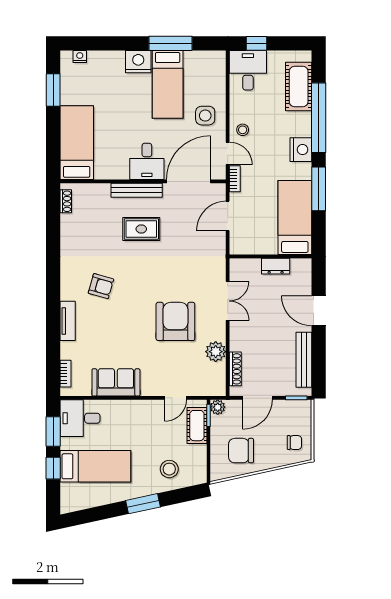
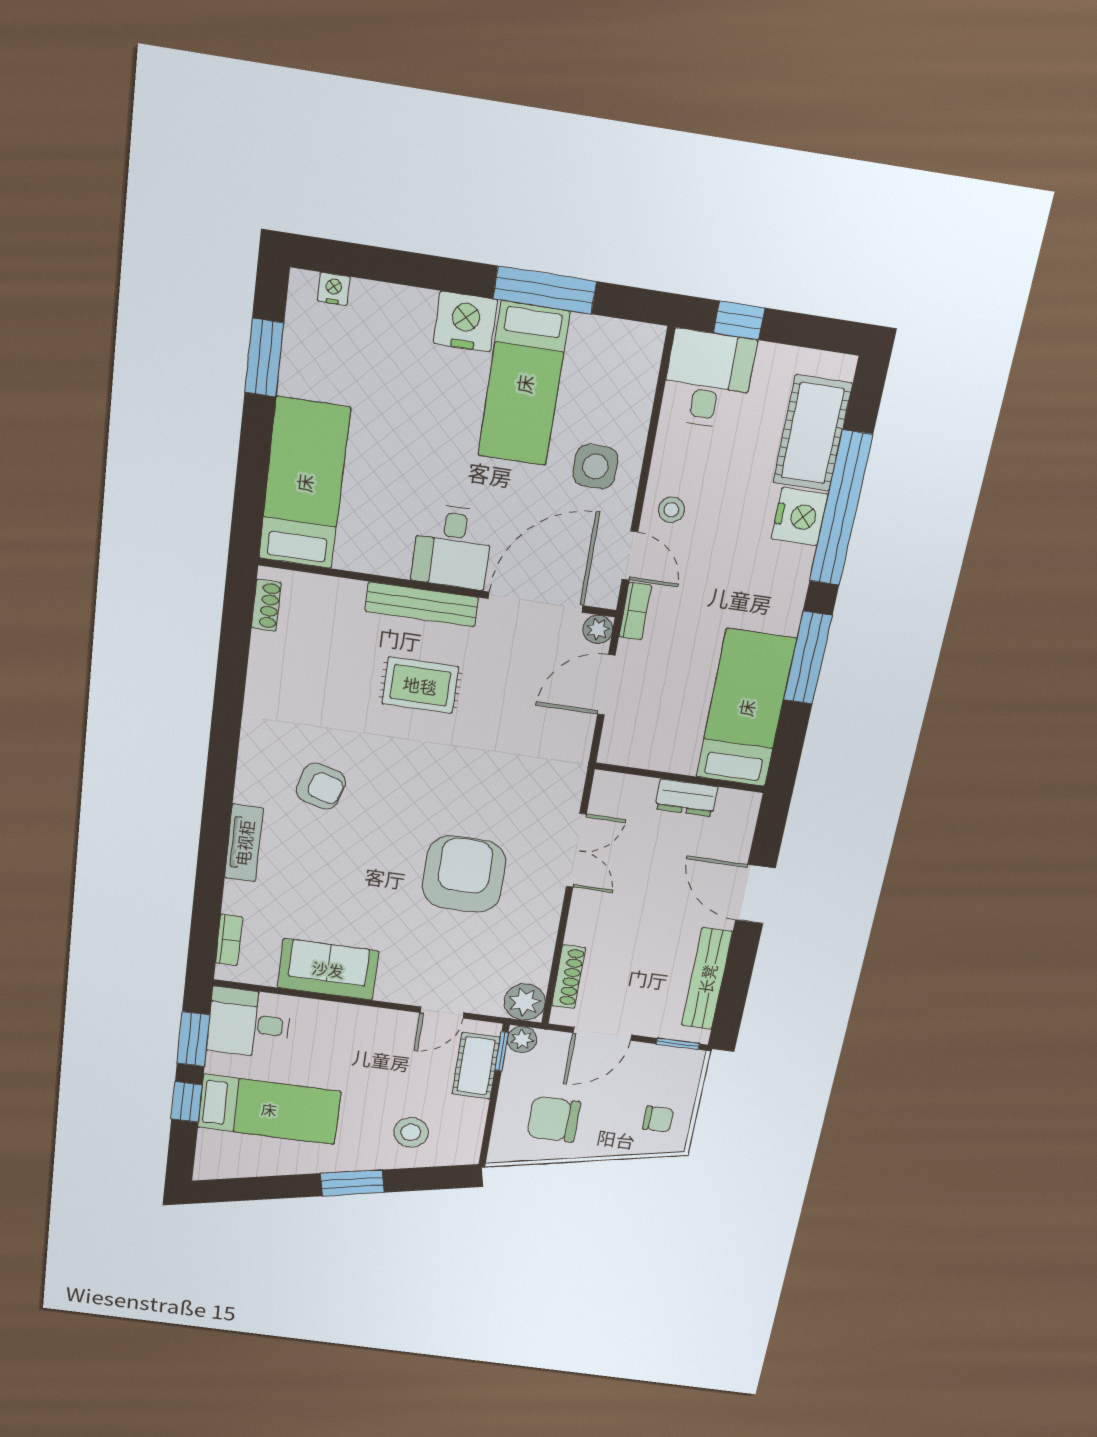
nightstand: (301, 150) -> (800, 517), moved
plant: (219, 190) -> (598, 629), added
plant: (216, 352) -> (525, 1002), moved

